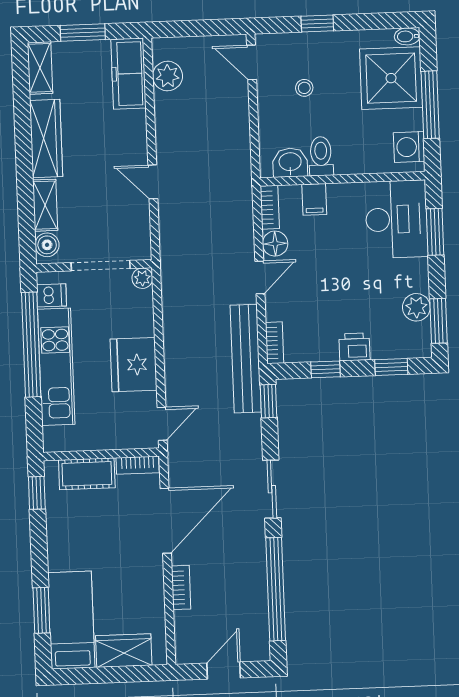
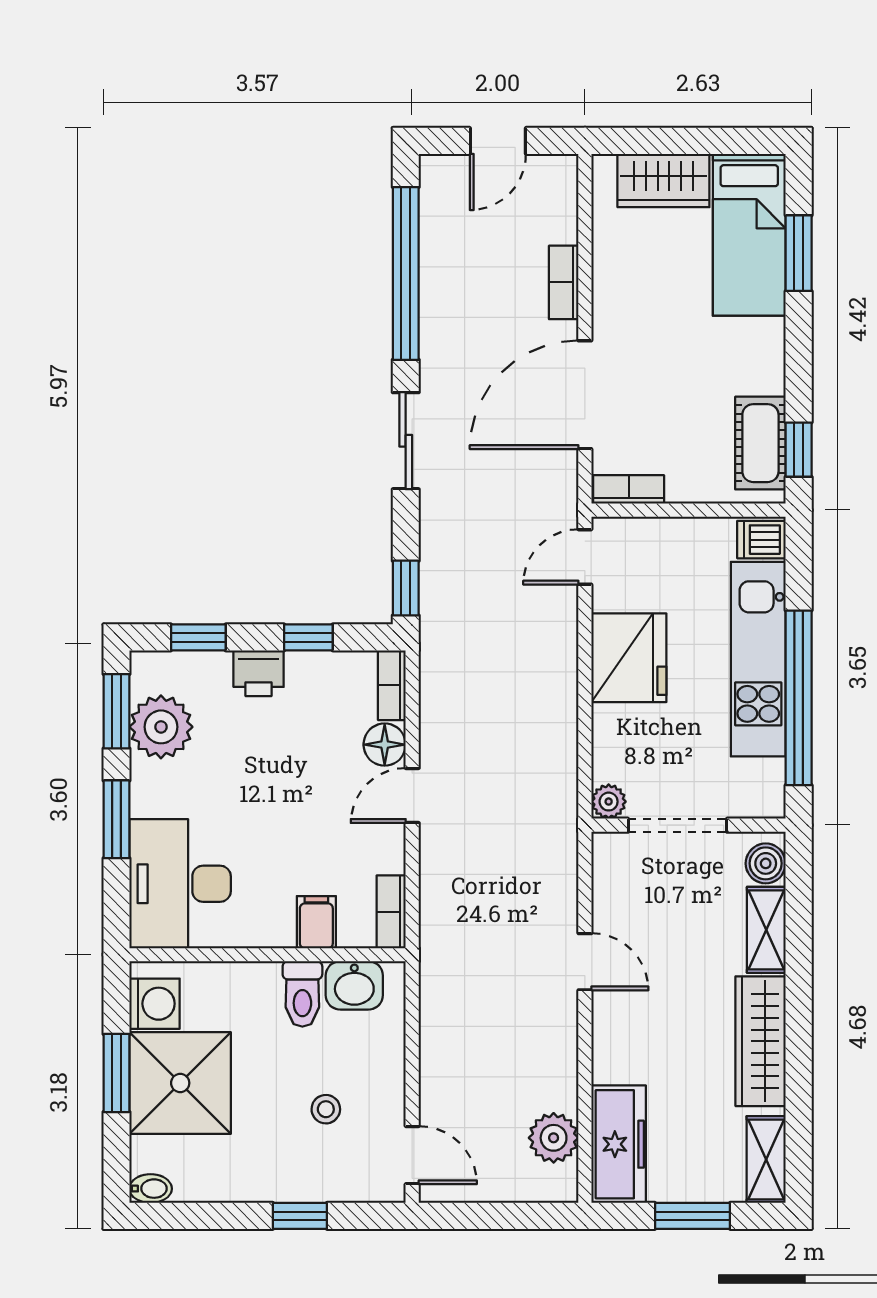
shower: (391, 78) -> (180, 1083), moved
window: (430, 105) -> (116, 1073), width x0.69
window: (435, 232) -> (116, 819), moved
floor lamp: (275, 244) -> (385, 745), moved
dishwasher: (52, 295) -> (761, 540), moved
plant: (416, 307) -> (161, 727), width x1.36, depth x1.36
bench: (246, 359) -> (441, 661), removed
cot: (87, 474) -> (760, 443), moved, turned 90

